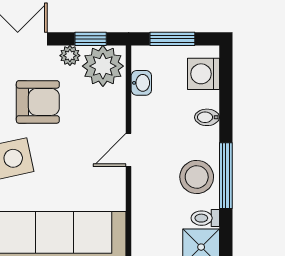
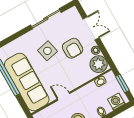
window: (91, 39) -> (106, 54), removed
door: (129, 150) -> (63, 96), moved

